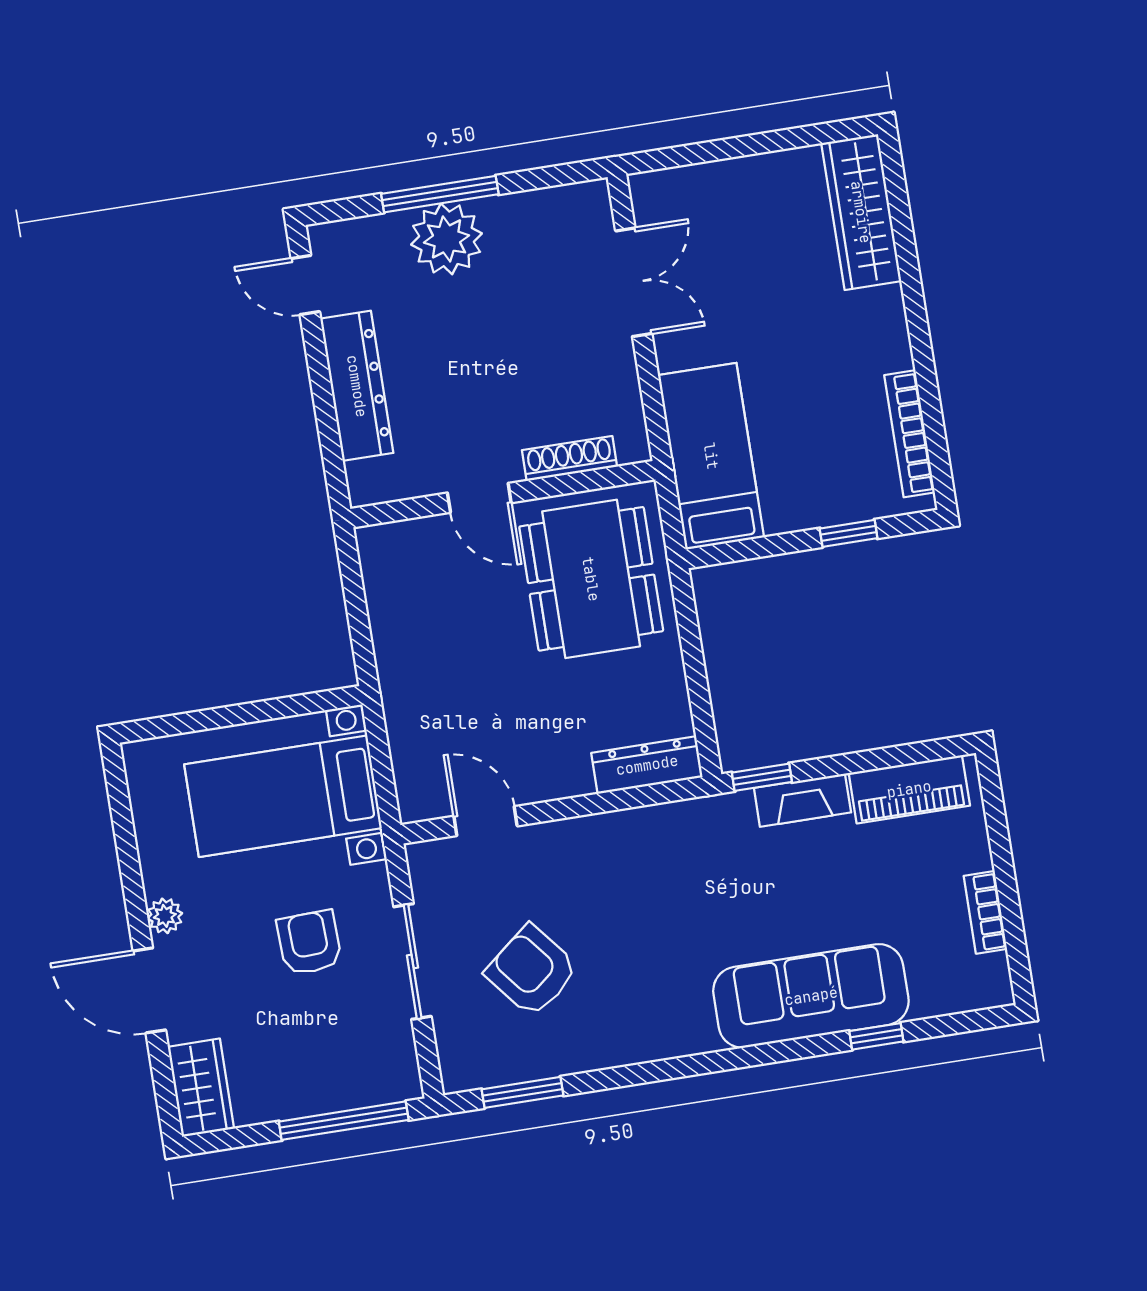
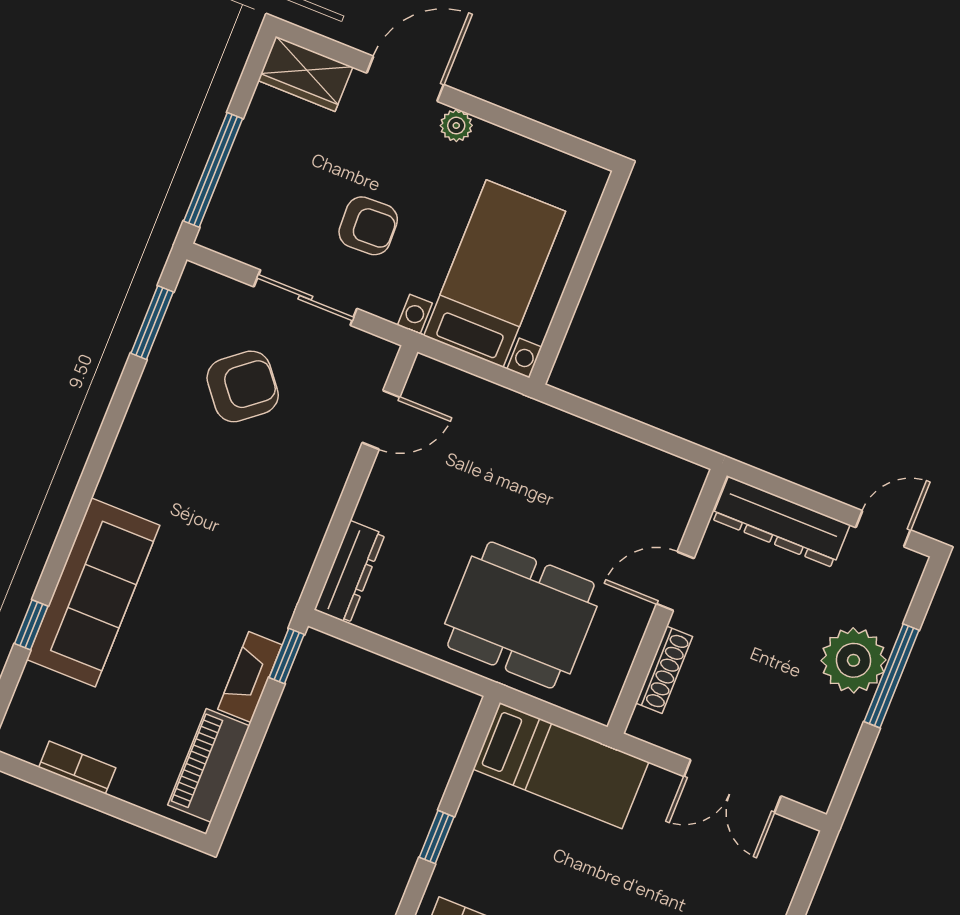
shoe rack: (570, 458) -> (664, 670), moved
wall: (503, 494) -> (667, 601), moved
door: (479, 498) -> (675, 581), moved

